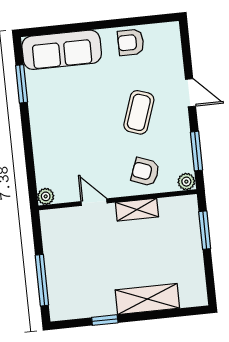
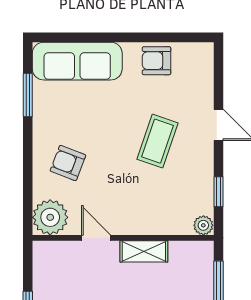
window: (197, 151) -> (218, 192), width x0.67
armchair: (145, 172) -> (68, 163), moved
plant: (46, 196) -> (50, 217), width x1.88, depth x1.88

